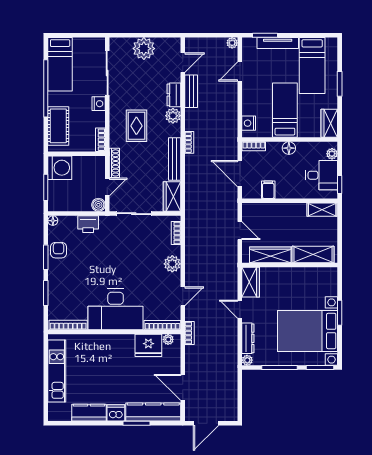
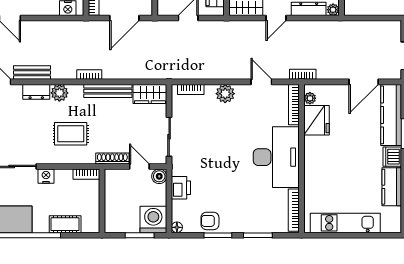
cot: (58, 126) -> (65, 224), width x0.73, depth x0.75
washing machine: (60, 168) -> (153, 219), moved

